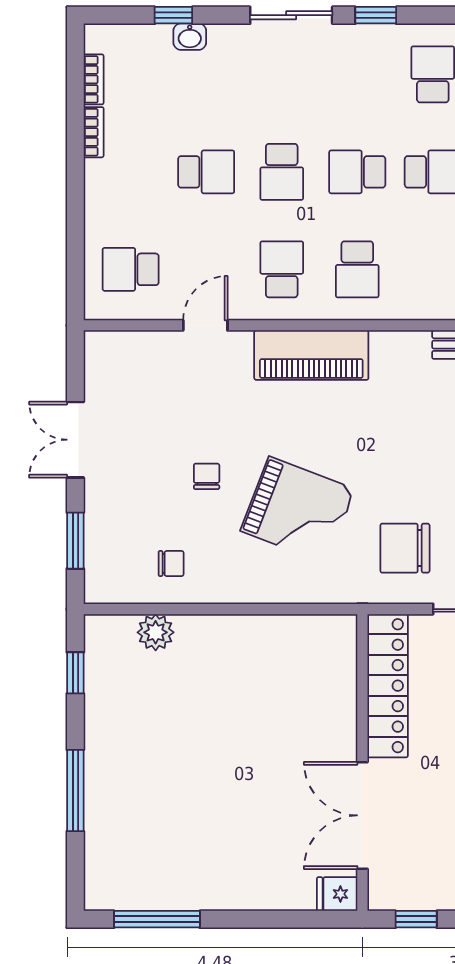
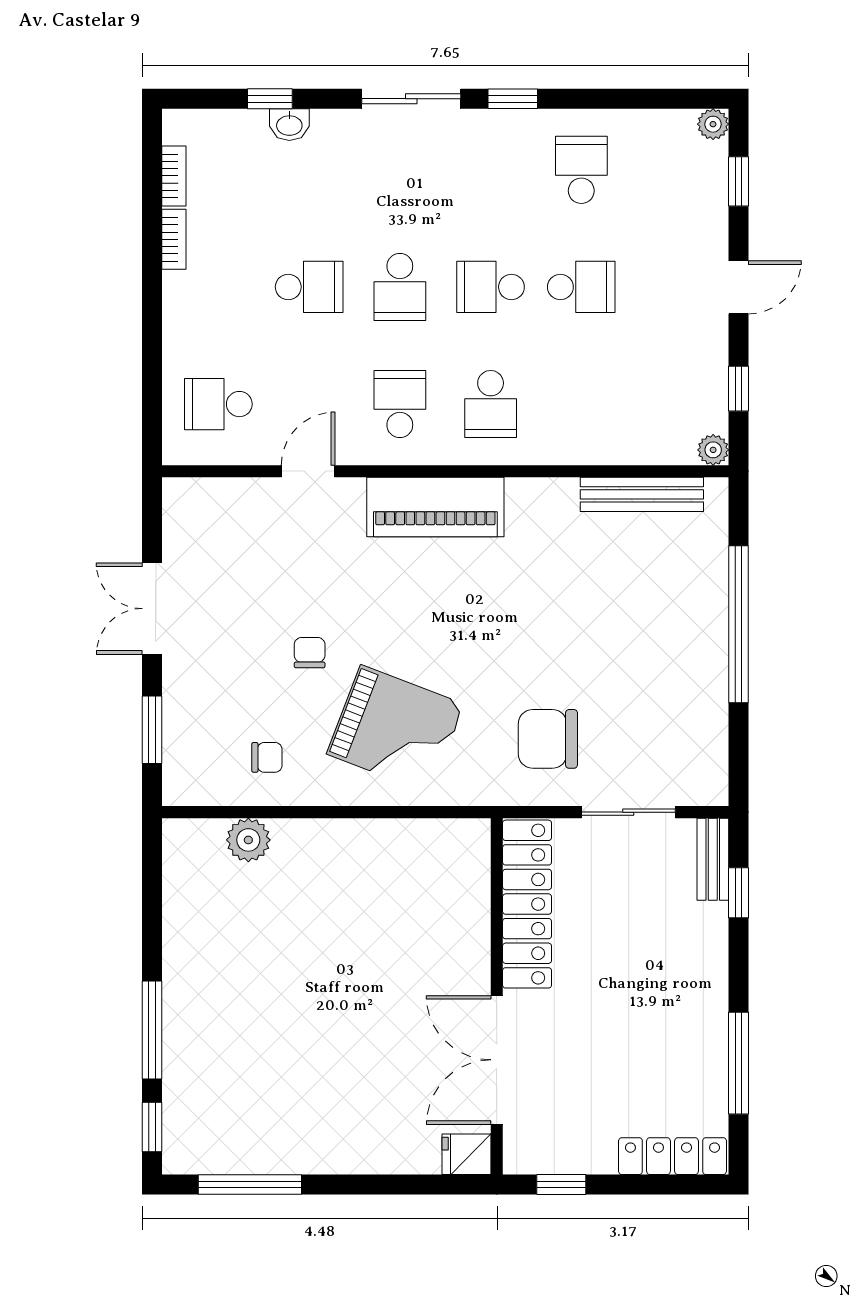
grand piano: (298, 510) -> (395, 729), moved
window: (75, 673) -> (152, 1127), moved

